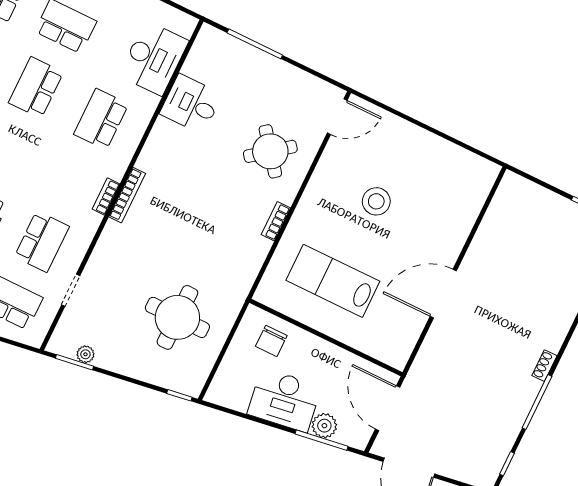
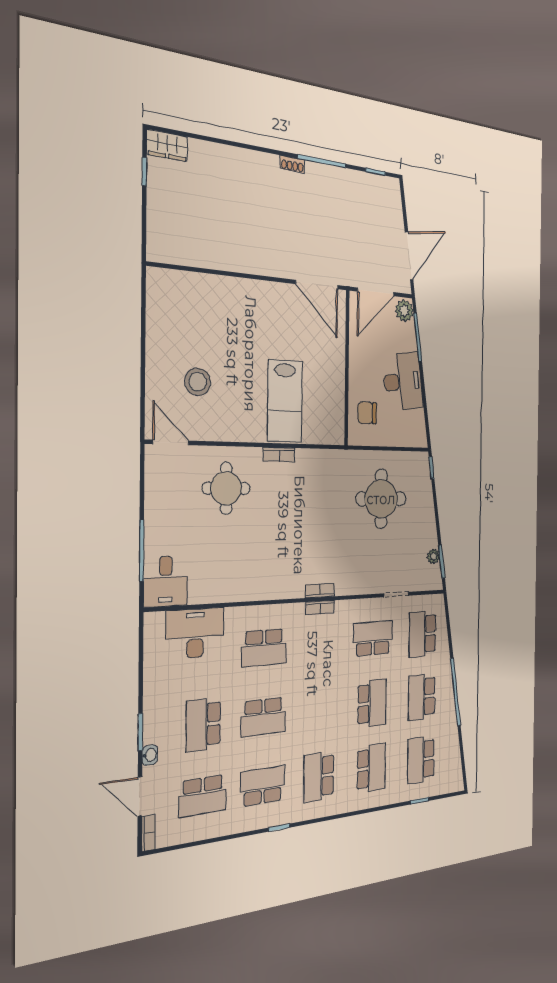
desk: (191, 104) -> (166, 581), moved
round table: (270, 151) -> (226, 488), turned 38
bookcase: (127, 195) -> (320, 591), width x0.64
stool: (376, 201) -> (198, 382), moved
lab bench: (333, 281) -> (285, 401), moved
door: (443, 294) -> (317, 285), moved
chair: (271, 341) -> (367, 413), turned 180
plant: (324, 426) -> (404, 311), moved

